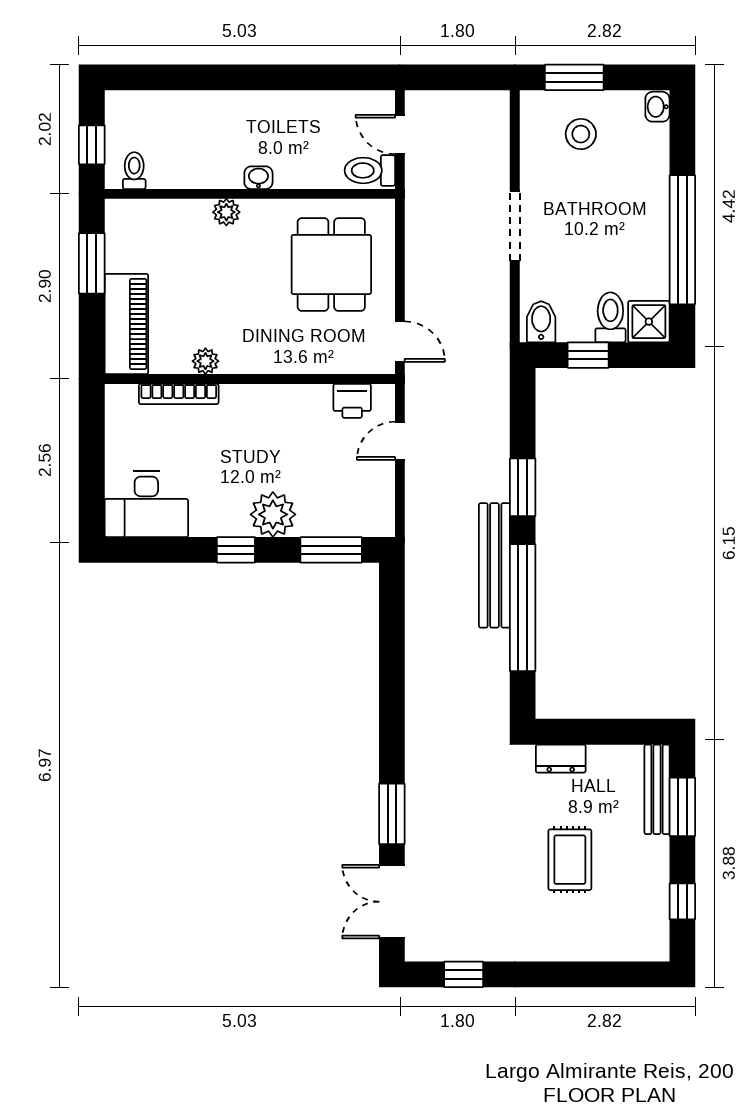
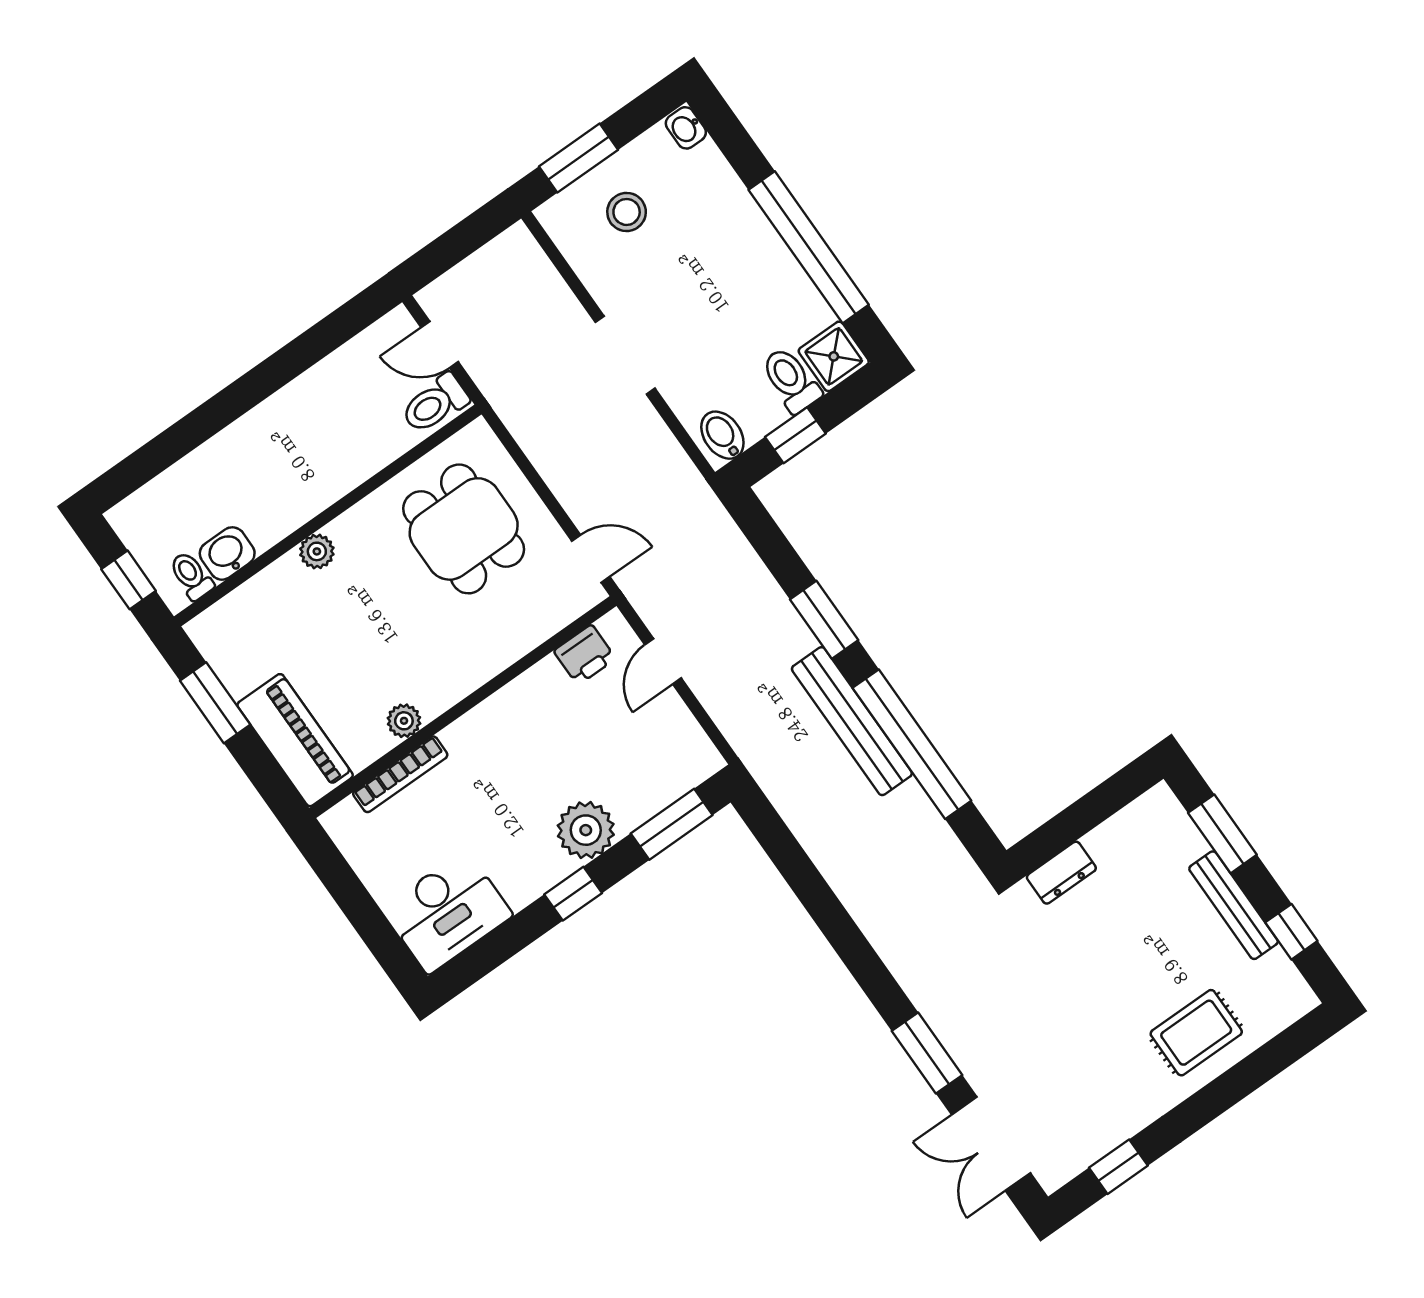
washbasin: (258, 178) -> (227, 553), moved, width x1.38, depth x1.45
bench: (657, 789) -> (1234, 905), moved
rug: (570, 860) -> (1196, 1033), moved, turned 90

